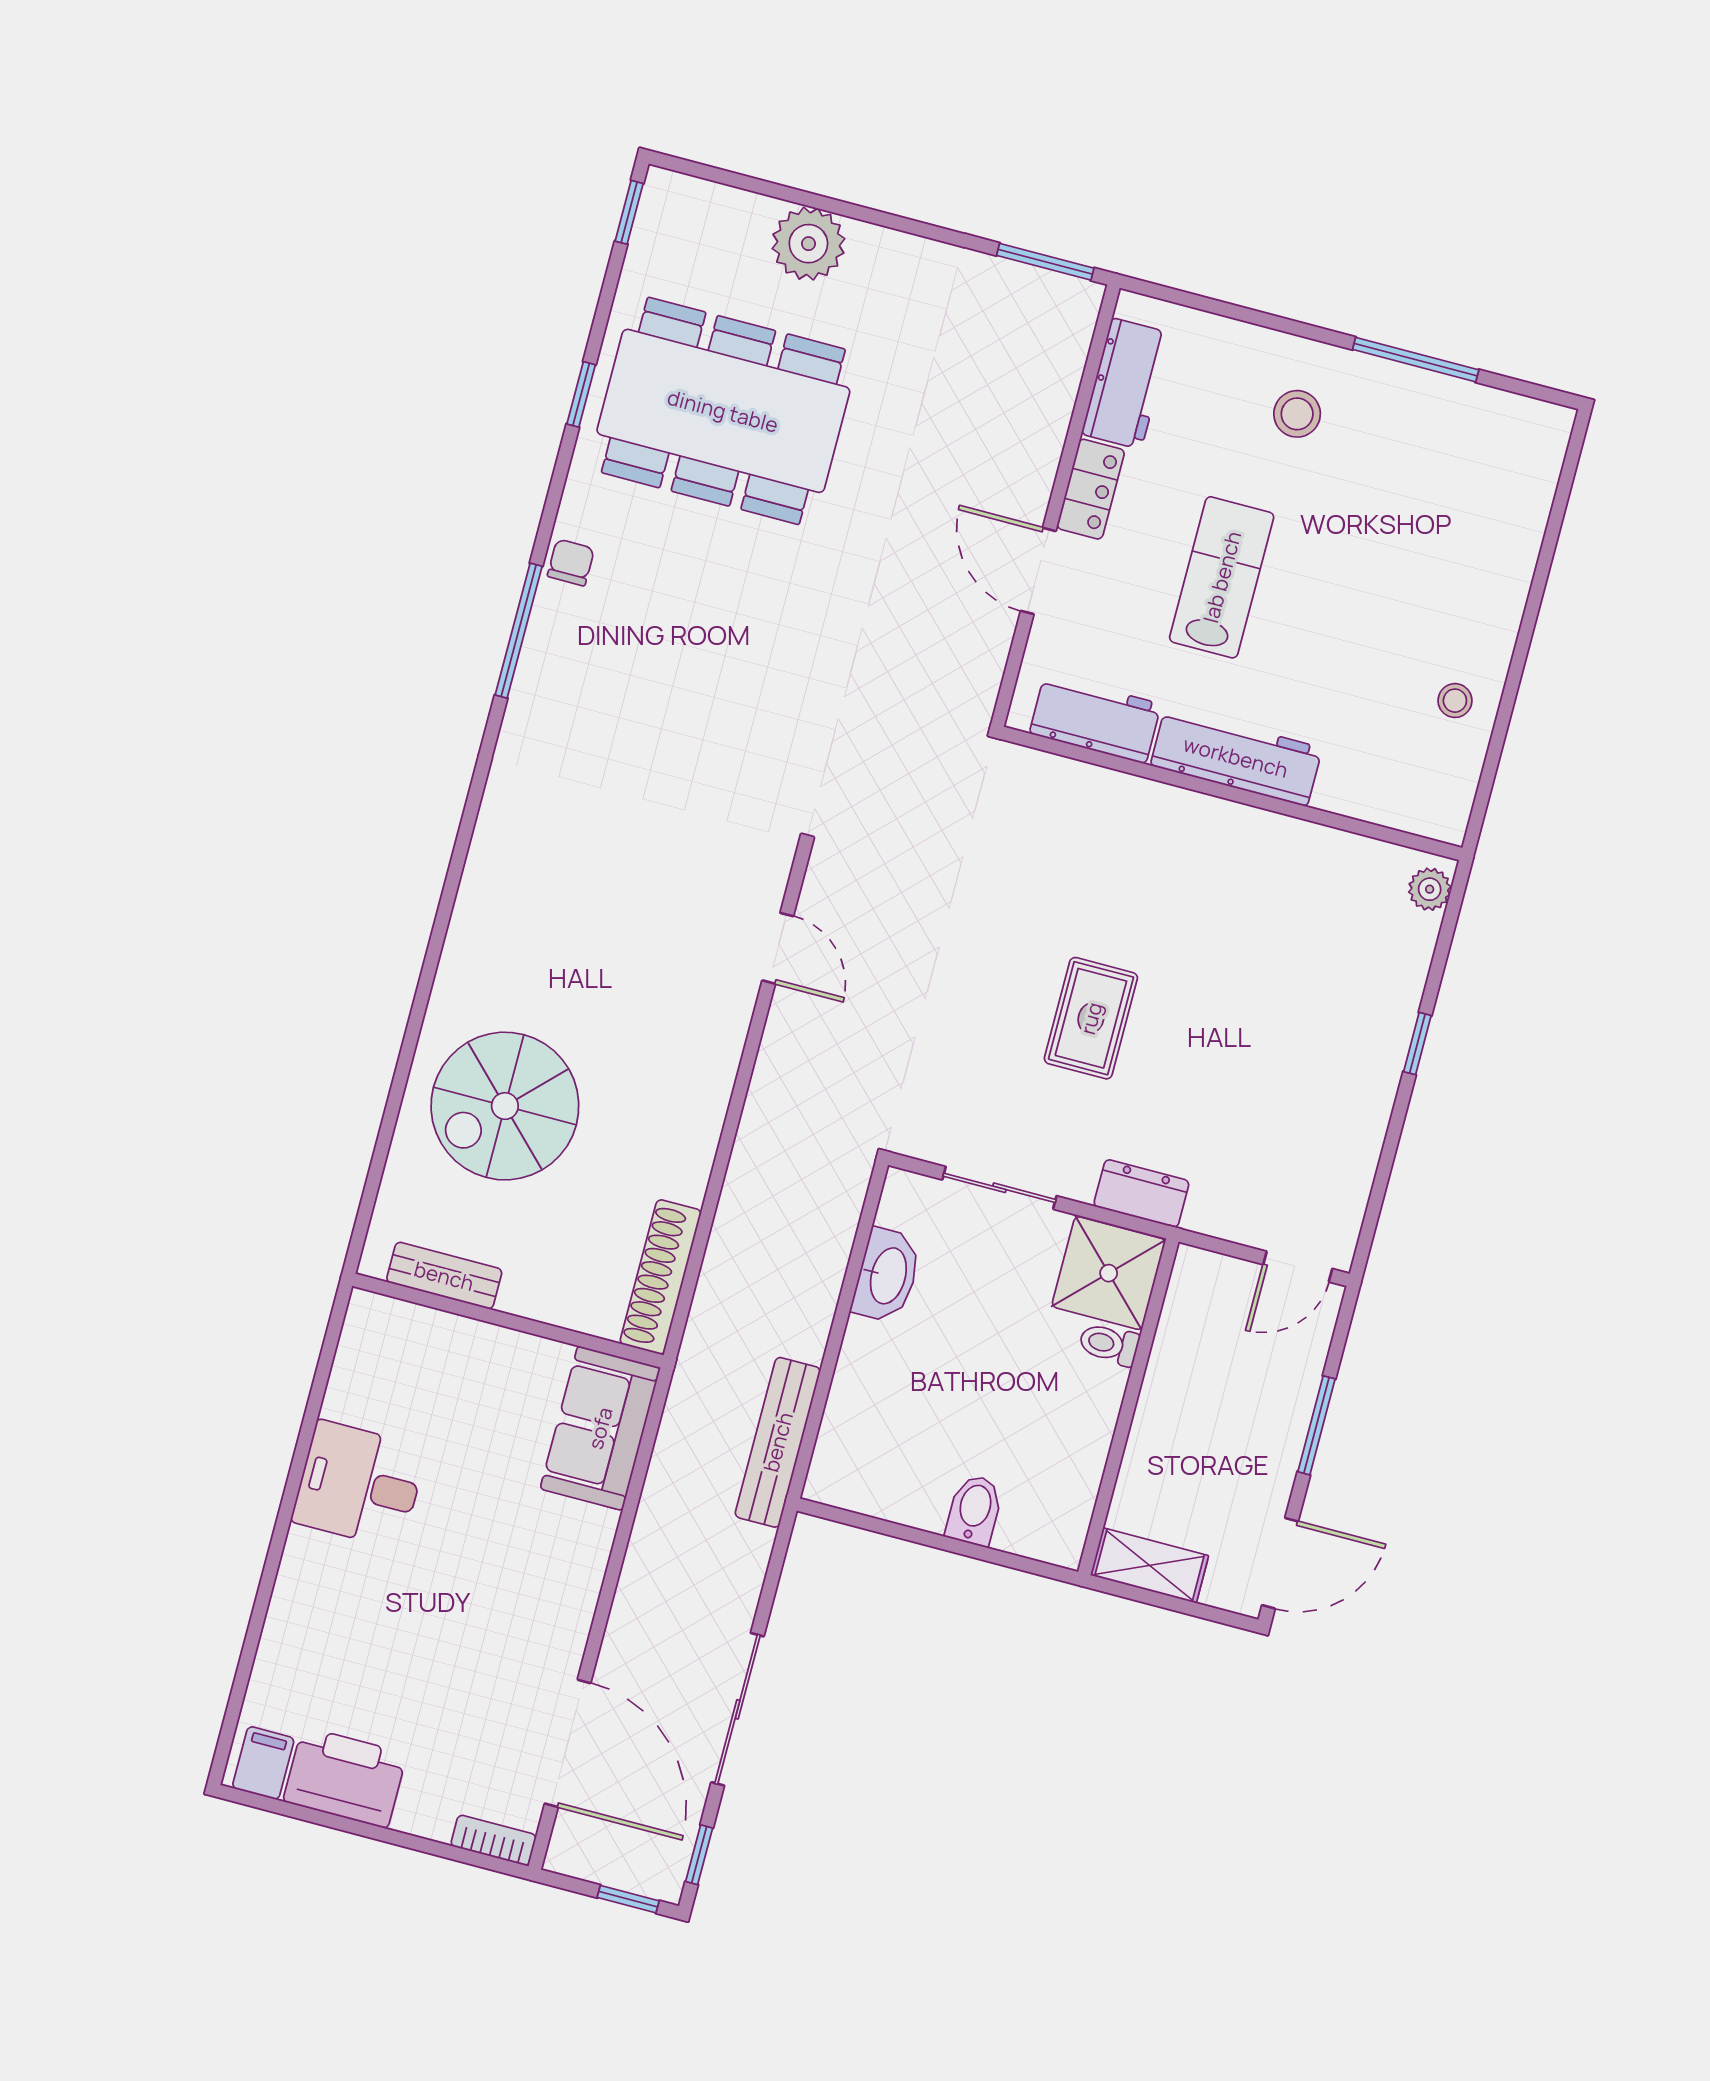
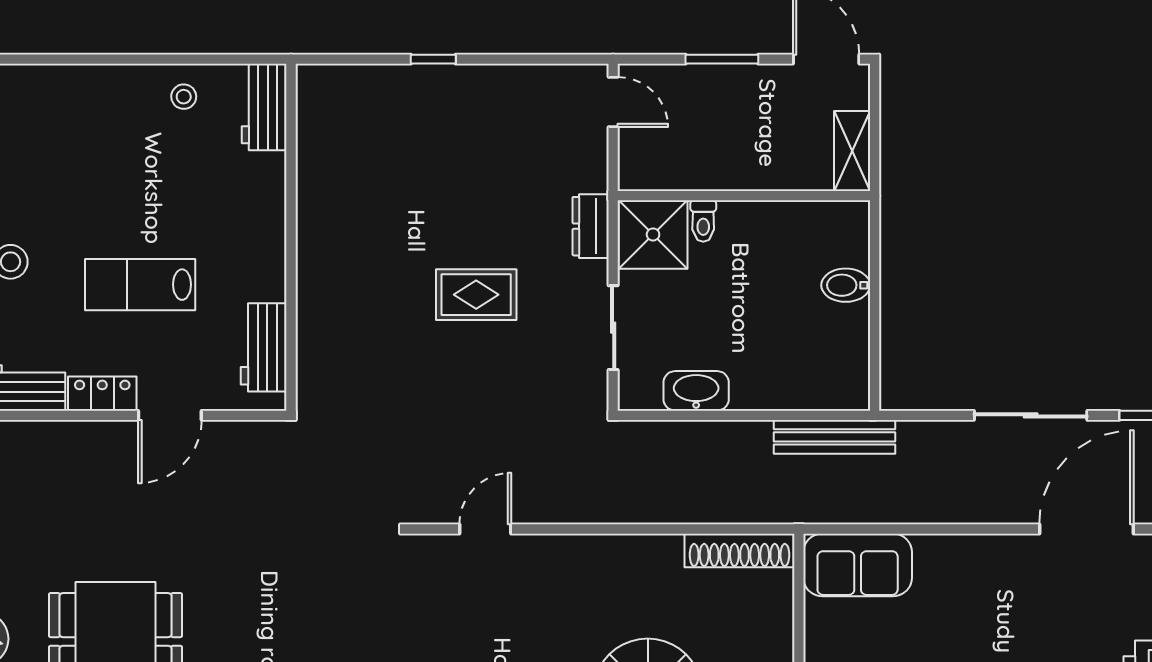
workbench: (1236, 757) -> (264, 107), moved, width x0.73
plant: (1430, 889) -> (322, 79), removed

